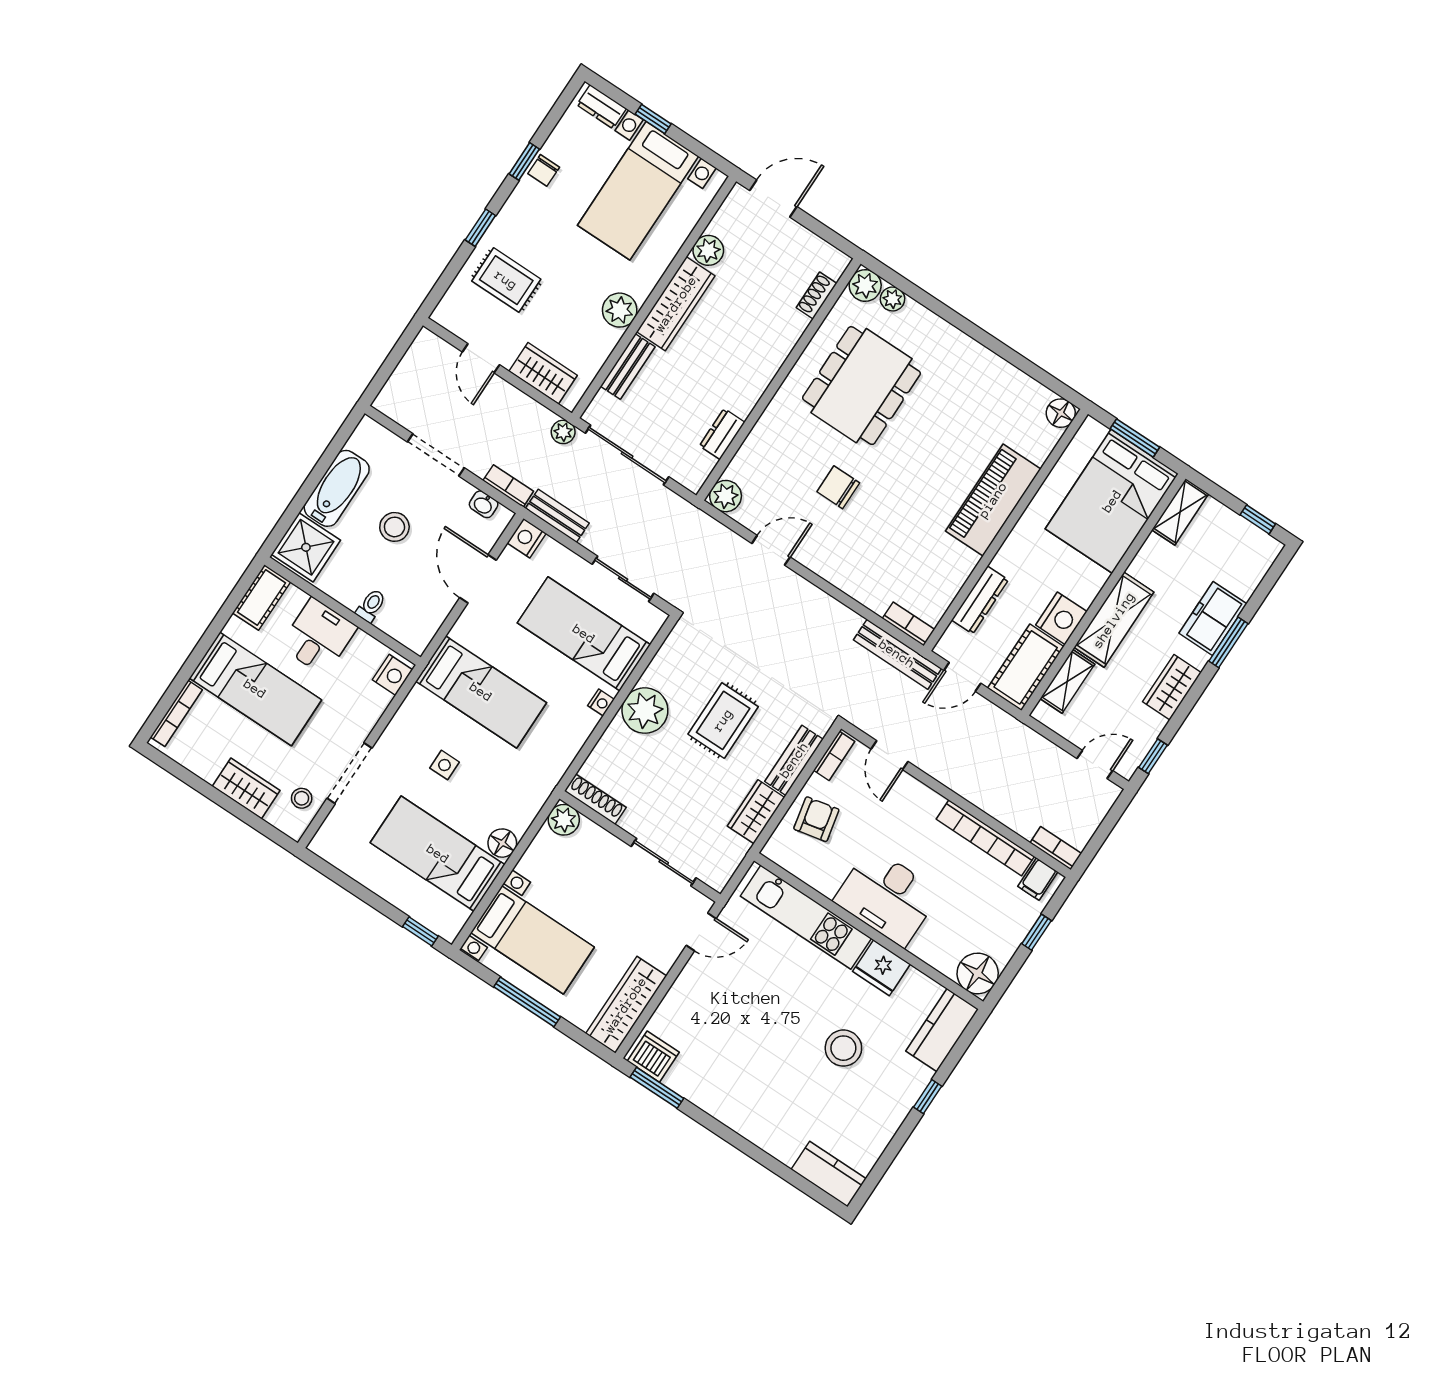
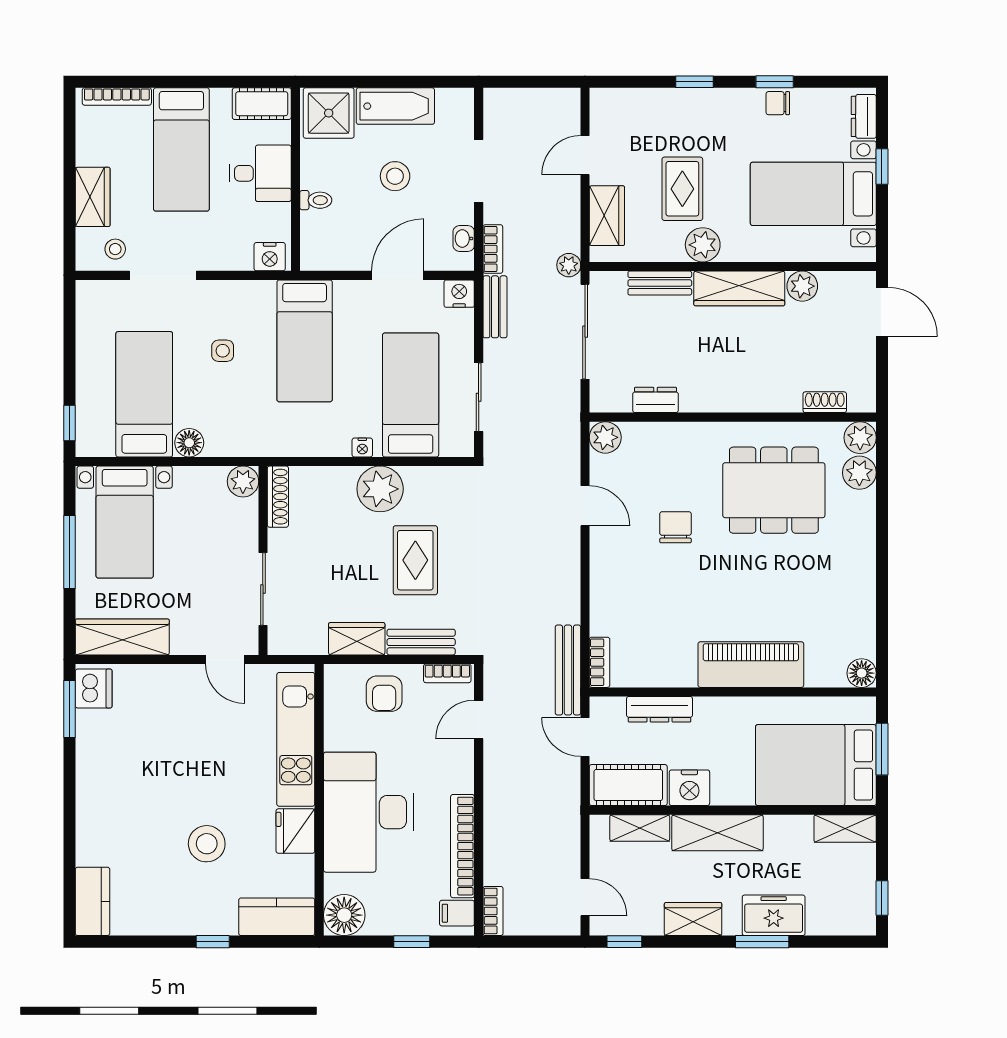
rug: (506, 280) -> (682, 189), moved
plant: (893, 299) -> (859, 473), width x1.38, depth x1.38
rug: (723, 720) -> (415, 560), turned 90
armchair: (816, 819) -> (384, 694), turned 102
desk: (887, 897) -> (369, 812), width x1.36, depth x1.30

